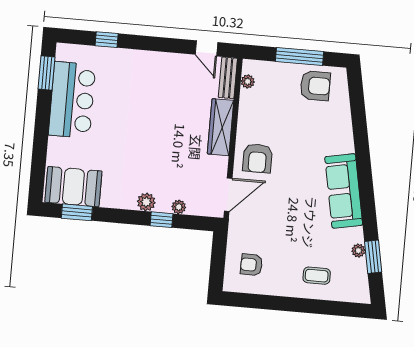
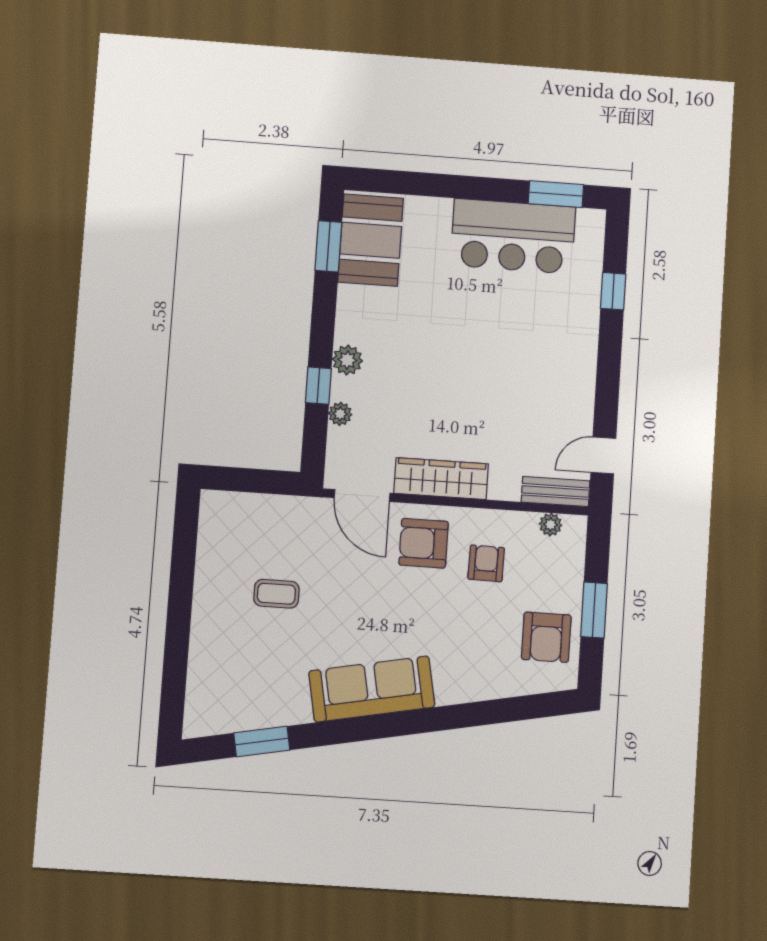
window: (300, 57) -> (594, 610), width x0.69
wardrobe: (221, 127) -> (441, 479), moved
plant: (358, 251) -> (272, 716), removed
armchair: (251, 265) -> (486, 563), moved
coffee table: (317, 276) -> (276, 594), moved, turned 90

